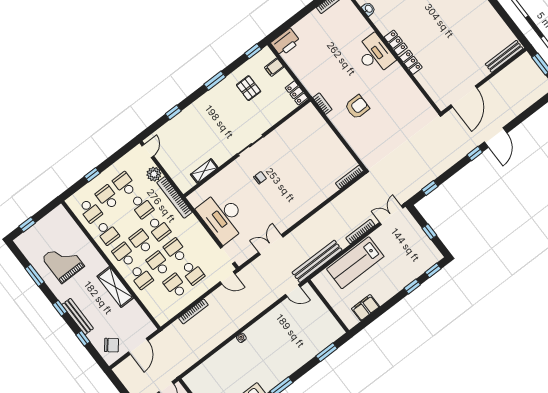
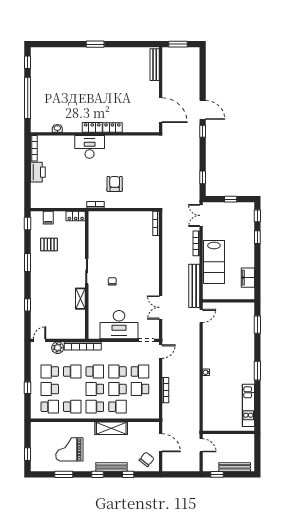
printer: (286, 42) -> (38, 172), moved
door: (148, 151) -> (40, 340), hinge flipped
shelving: (204, 171) -> (80, 299), moved

